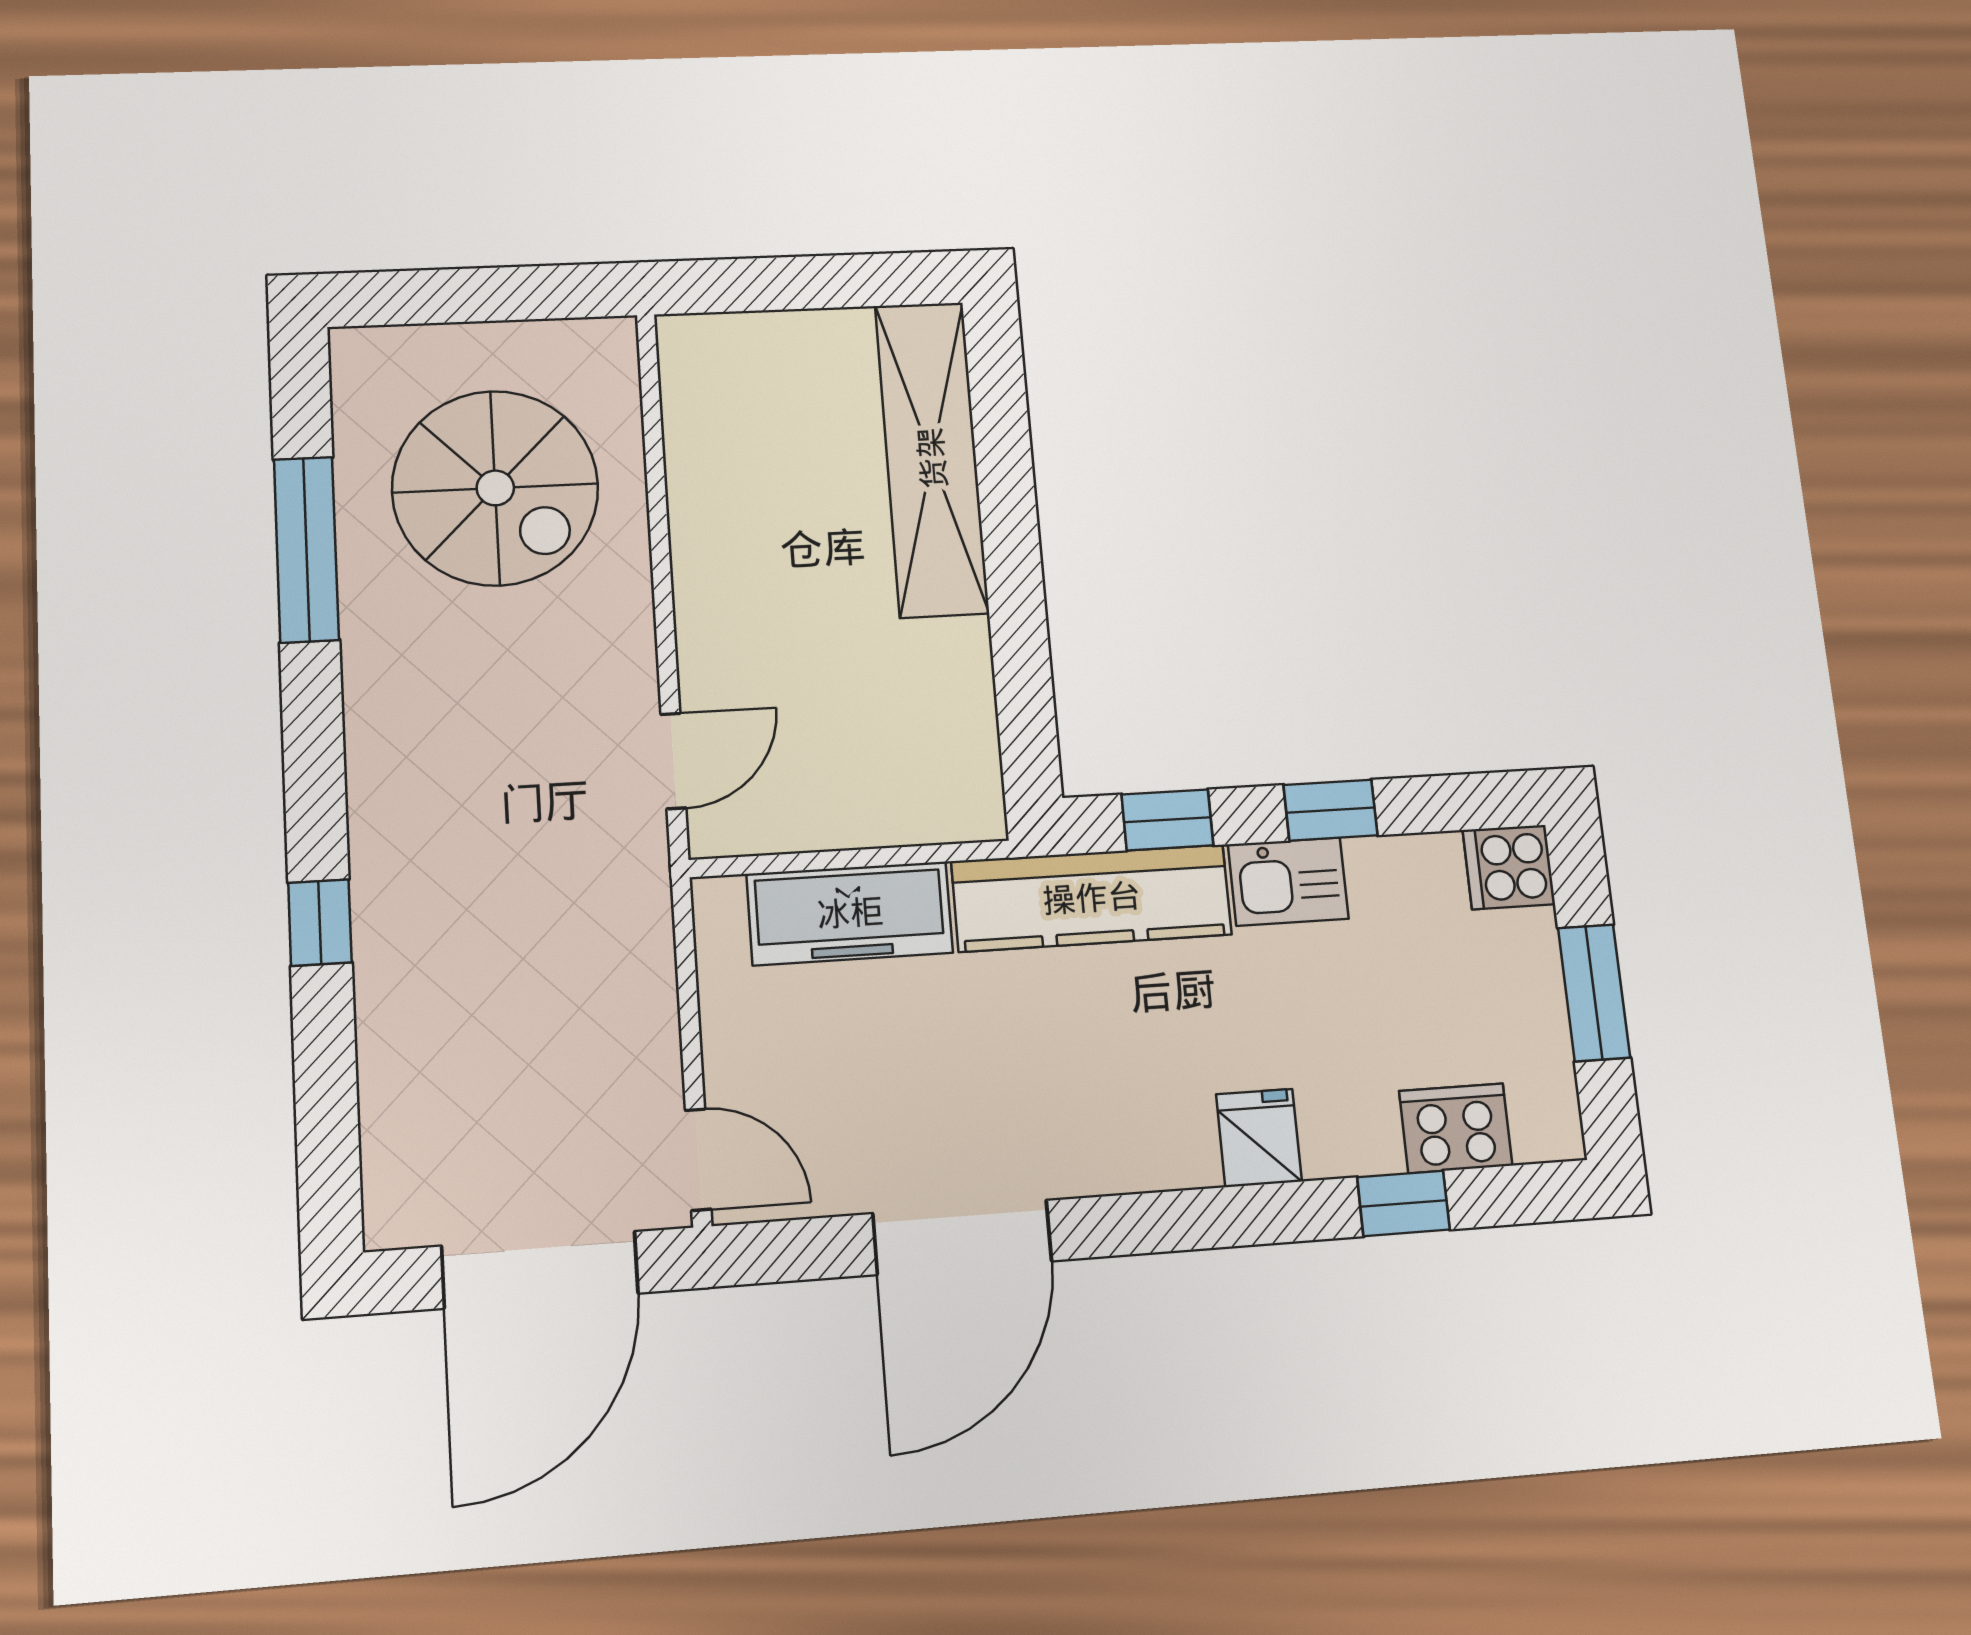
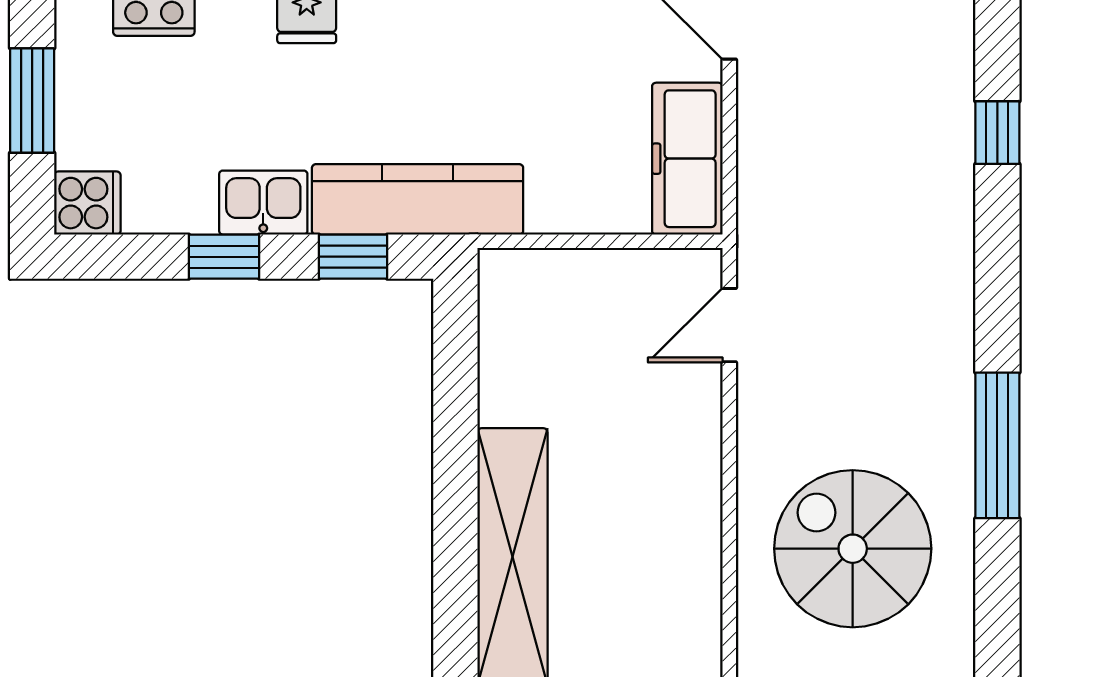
window: (306, 549) -> (997, 445), moved
freezer: (850, 913) -> (687, 159), moved, turned -90
window: (320, 923) -> (997, 133), moved

